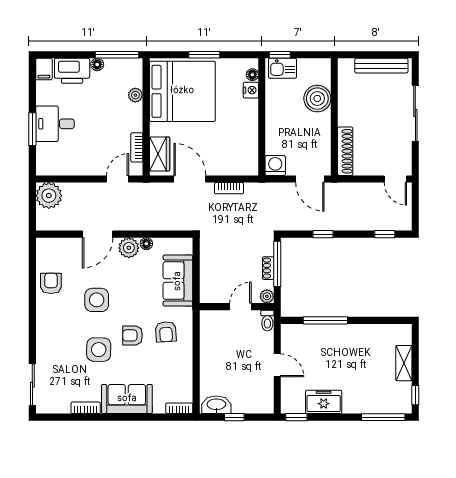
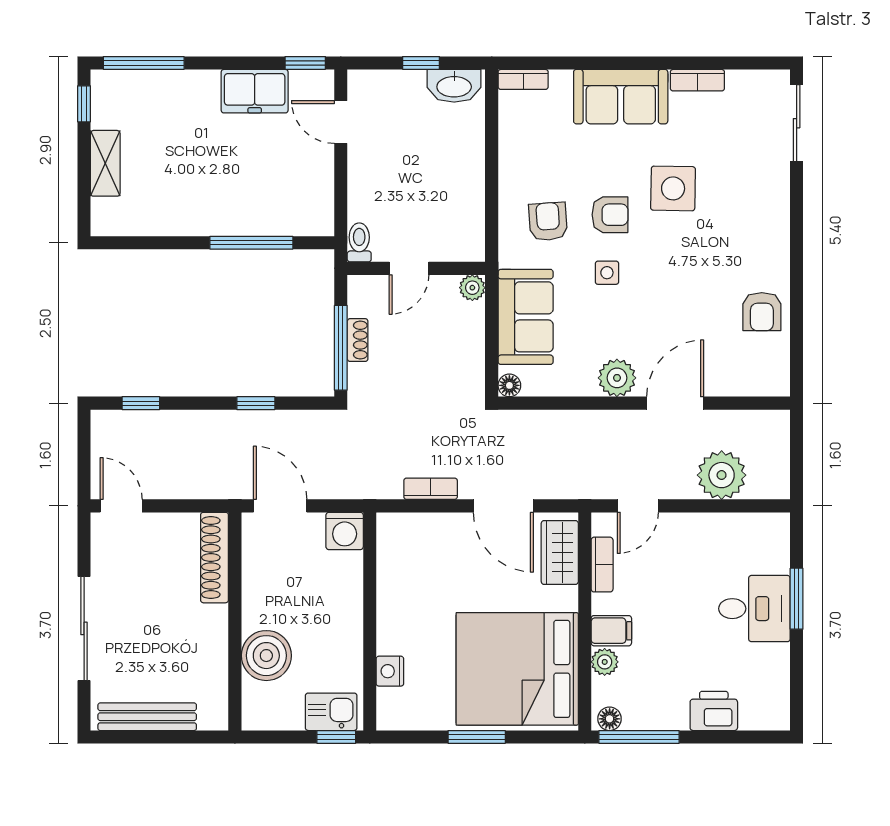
floor lamp: (97, 65) -> (610, 719), moved
filing cabinet: (44, 69) -> (611, 631), moved, turned 90
printer: (72, 71) -> (714, 711), width x0.73, depth x0.84
floor lamp: (252, 75) -> (387, 700), removed
plant: (49, 196) -> (722, 475), moved
floor lamp: (146, 244) -> (509, 385), moved
plant: (267, 296) -> (472, 288), moved
side table: (97, 300) -> (607, 273), moved, width x0.54, depth x0.54
door: (277, 365) -> (341, 122), moved

